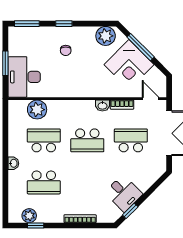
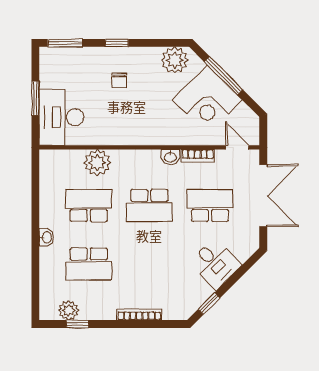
plant: (37, 110) -> (97, 163), moved
desk: (124, 193) -> (215, 264), moved

